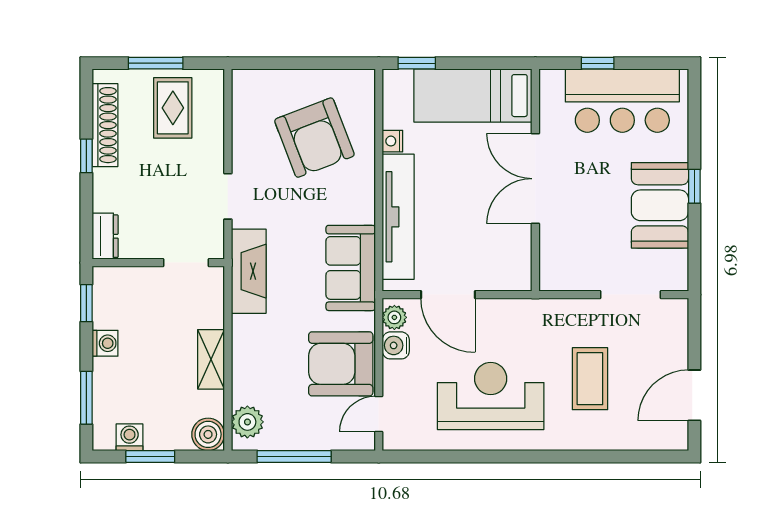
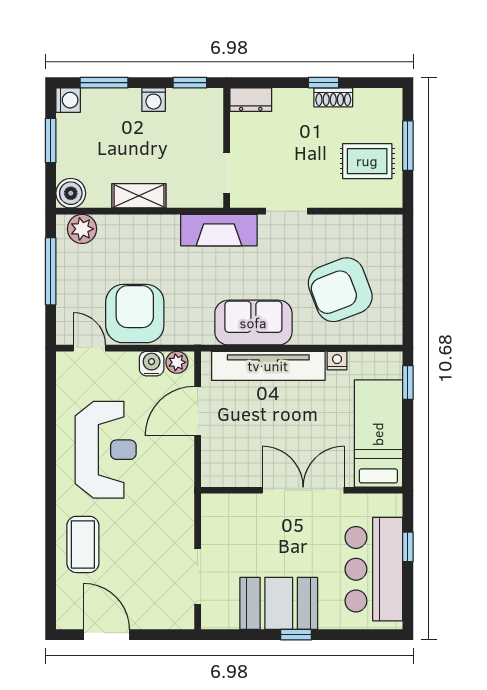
shoe rack: (105, 125) -> (333, 97), width x0.51, depth x0.81
sofa: (351, 268) -> (253, 323), moved
coffee table: (590, 379) -> (83, 544), moved, turned 90
washing machine: (130, 437) -> (68, 100), moved

